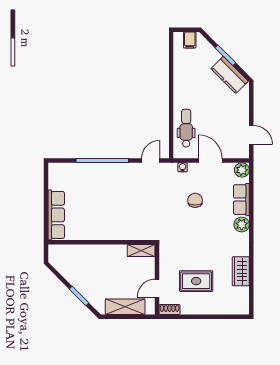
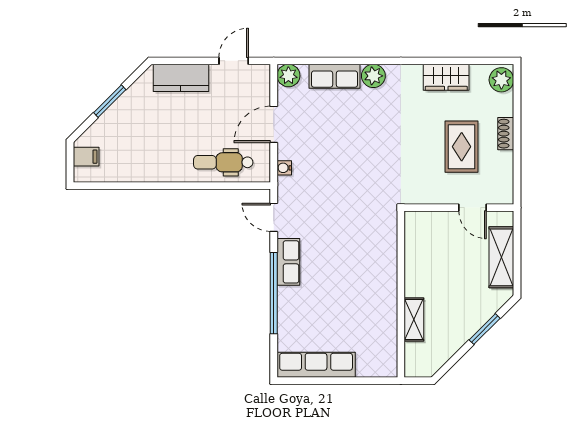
kitchen counter: (230, 75) -> (181, 78), moved, turned 45
row of seats: (122, 170) -> (288, 262), added
chair: (195, 200) -> (336, 148), removed
row of seats: (56, 215) -> (316, 365), moved
shelving: (141, 250) -> (414, 320), moved
plant: (239, 307) -> (501, 80), added
shoe rack: (170, 310) -> (506, 134), moved

